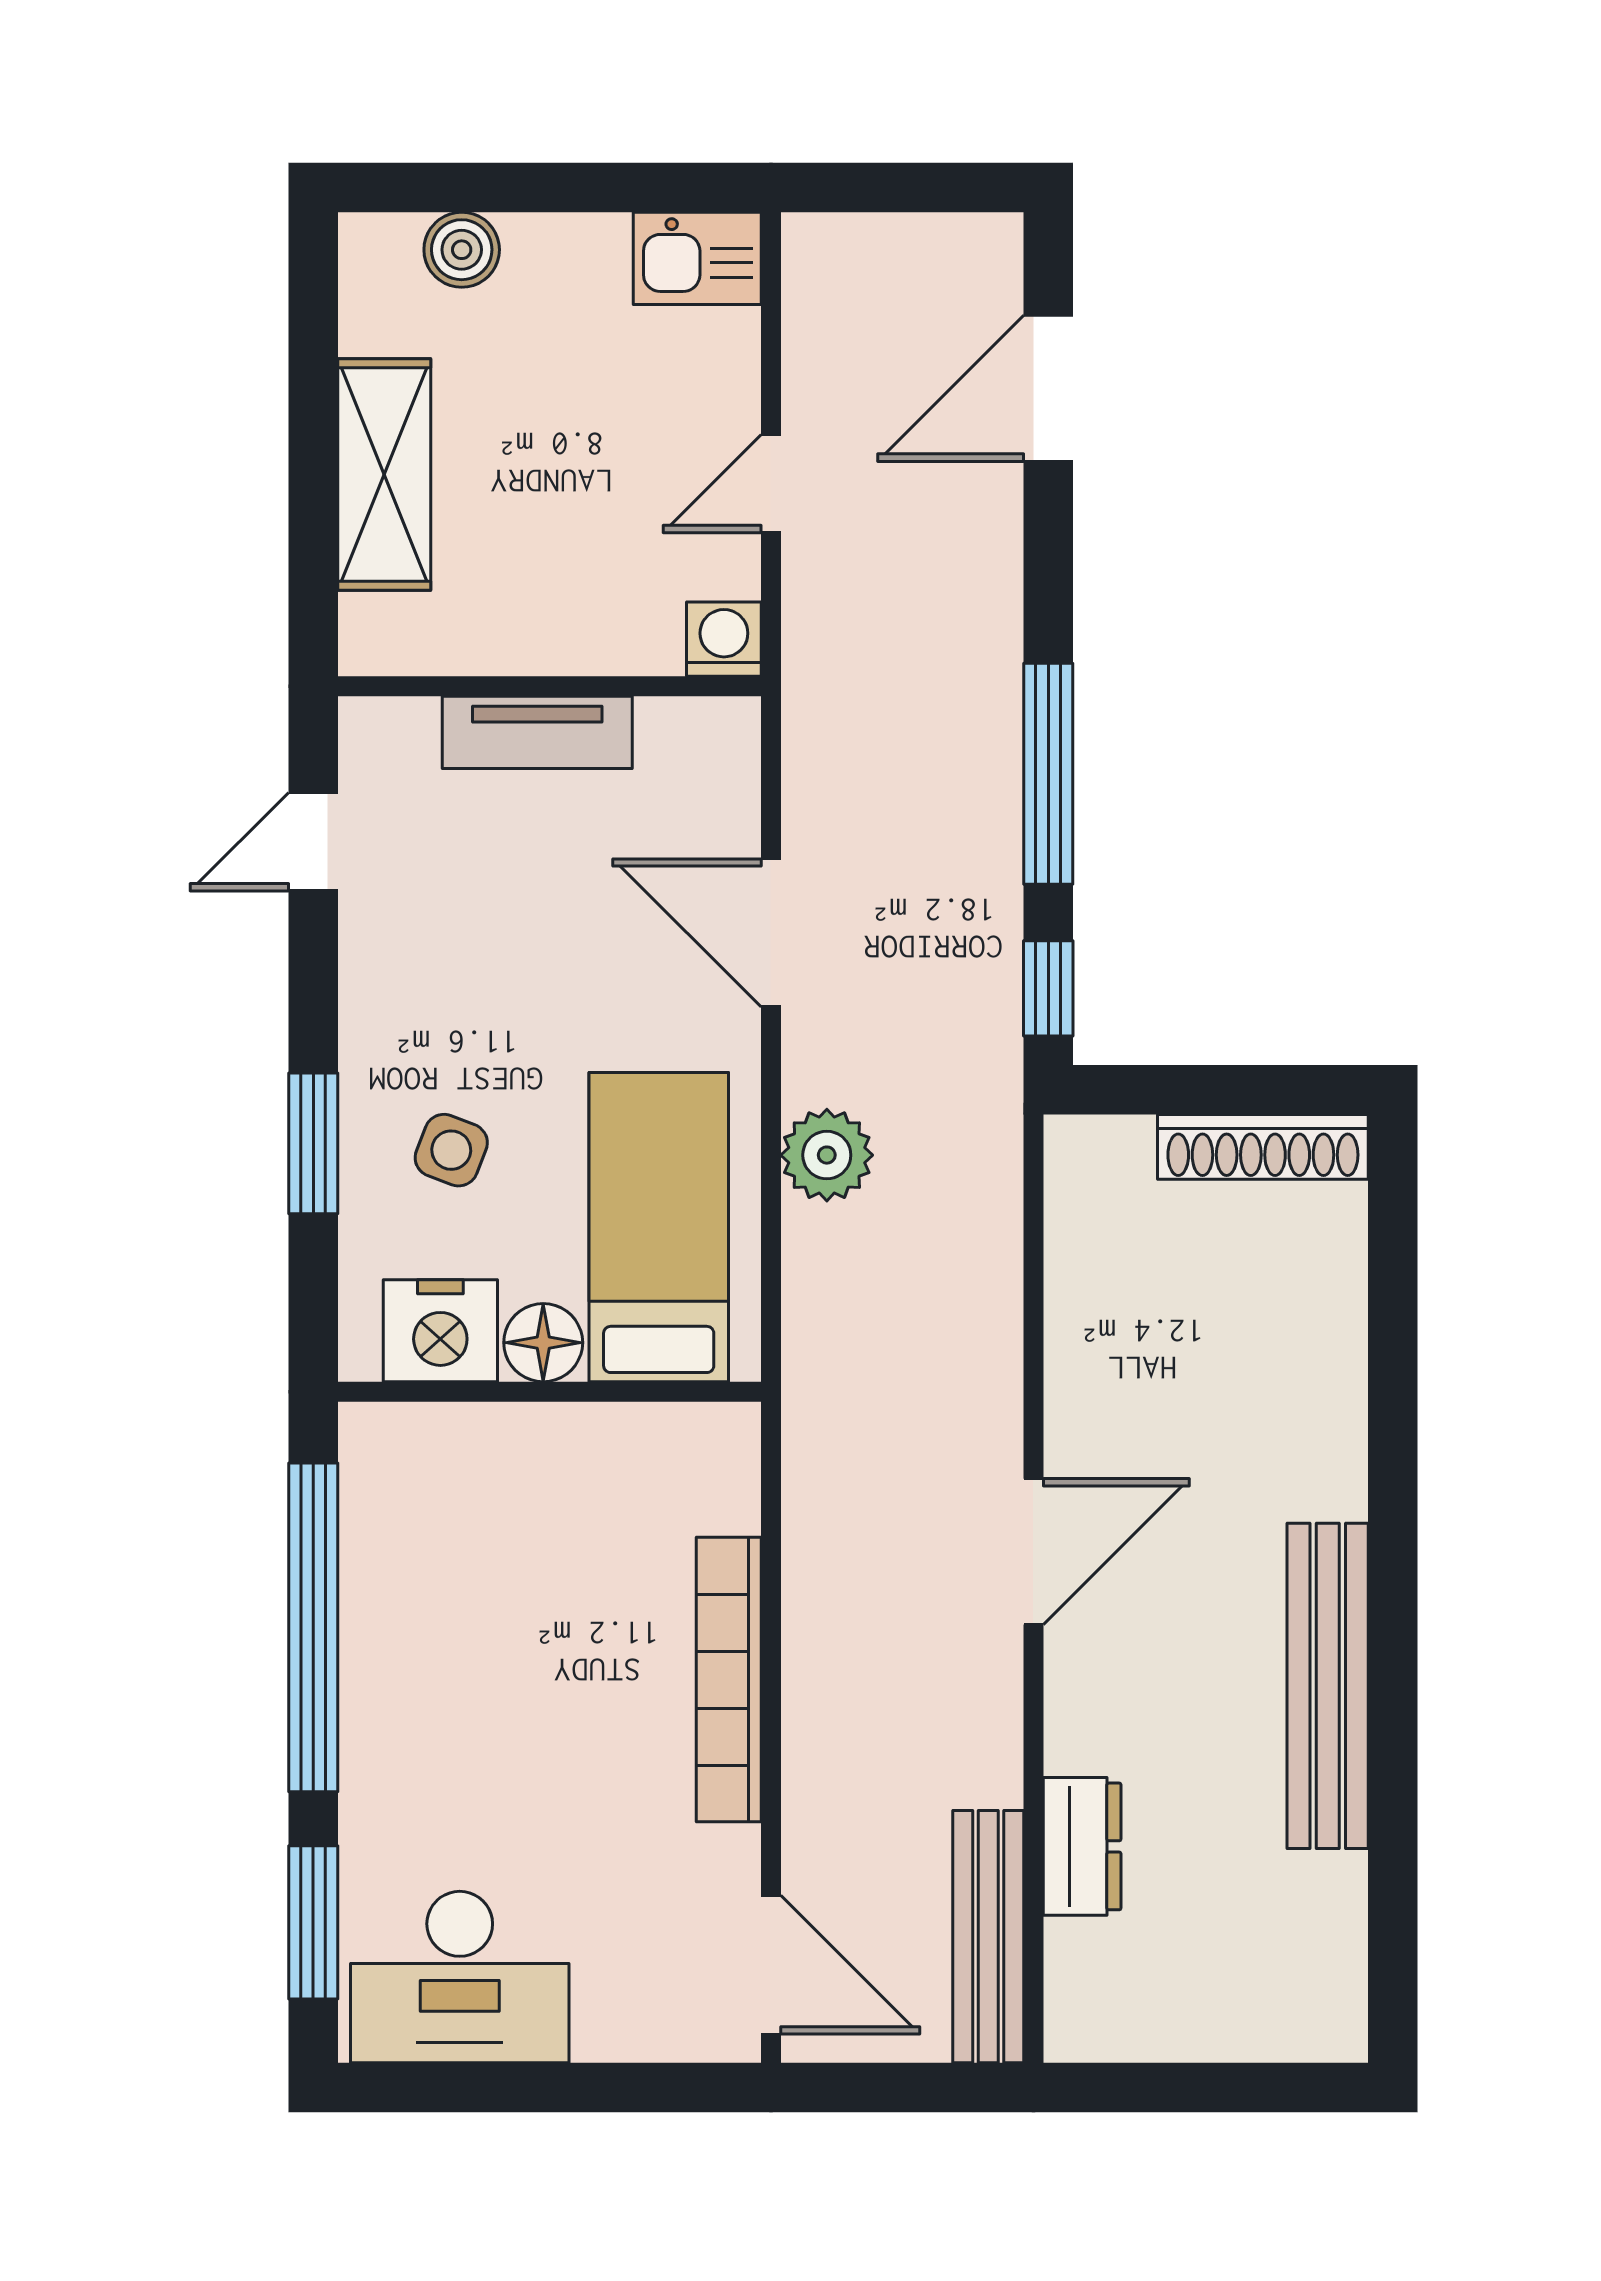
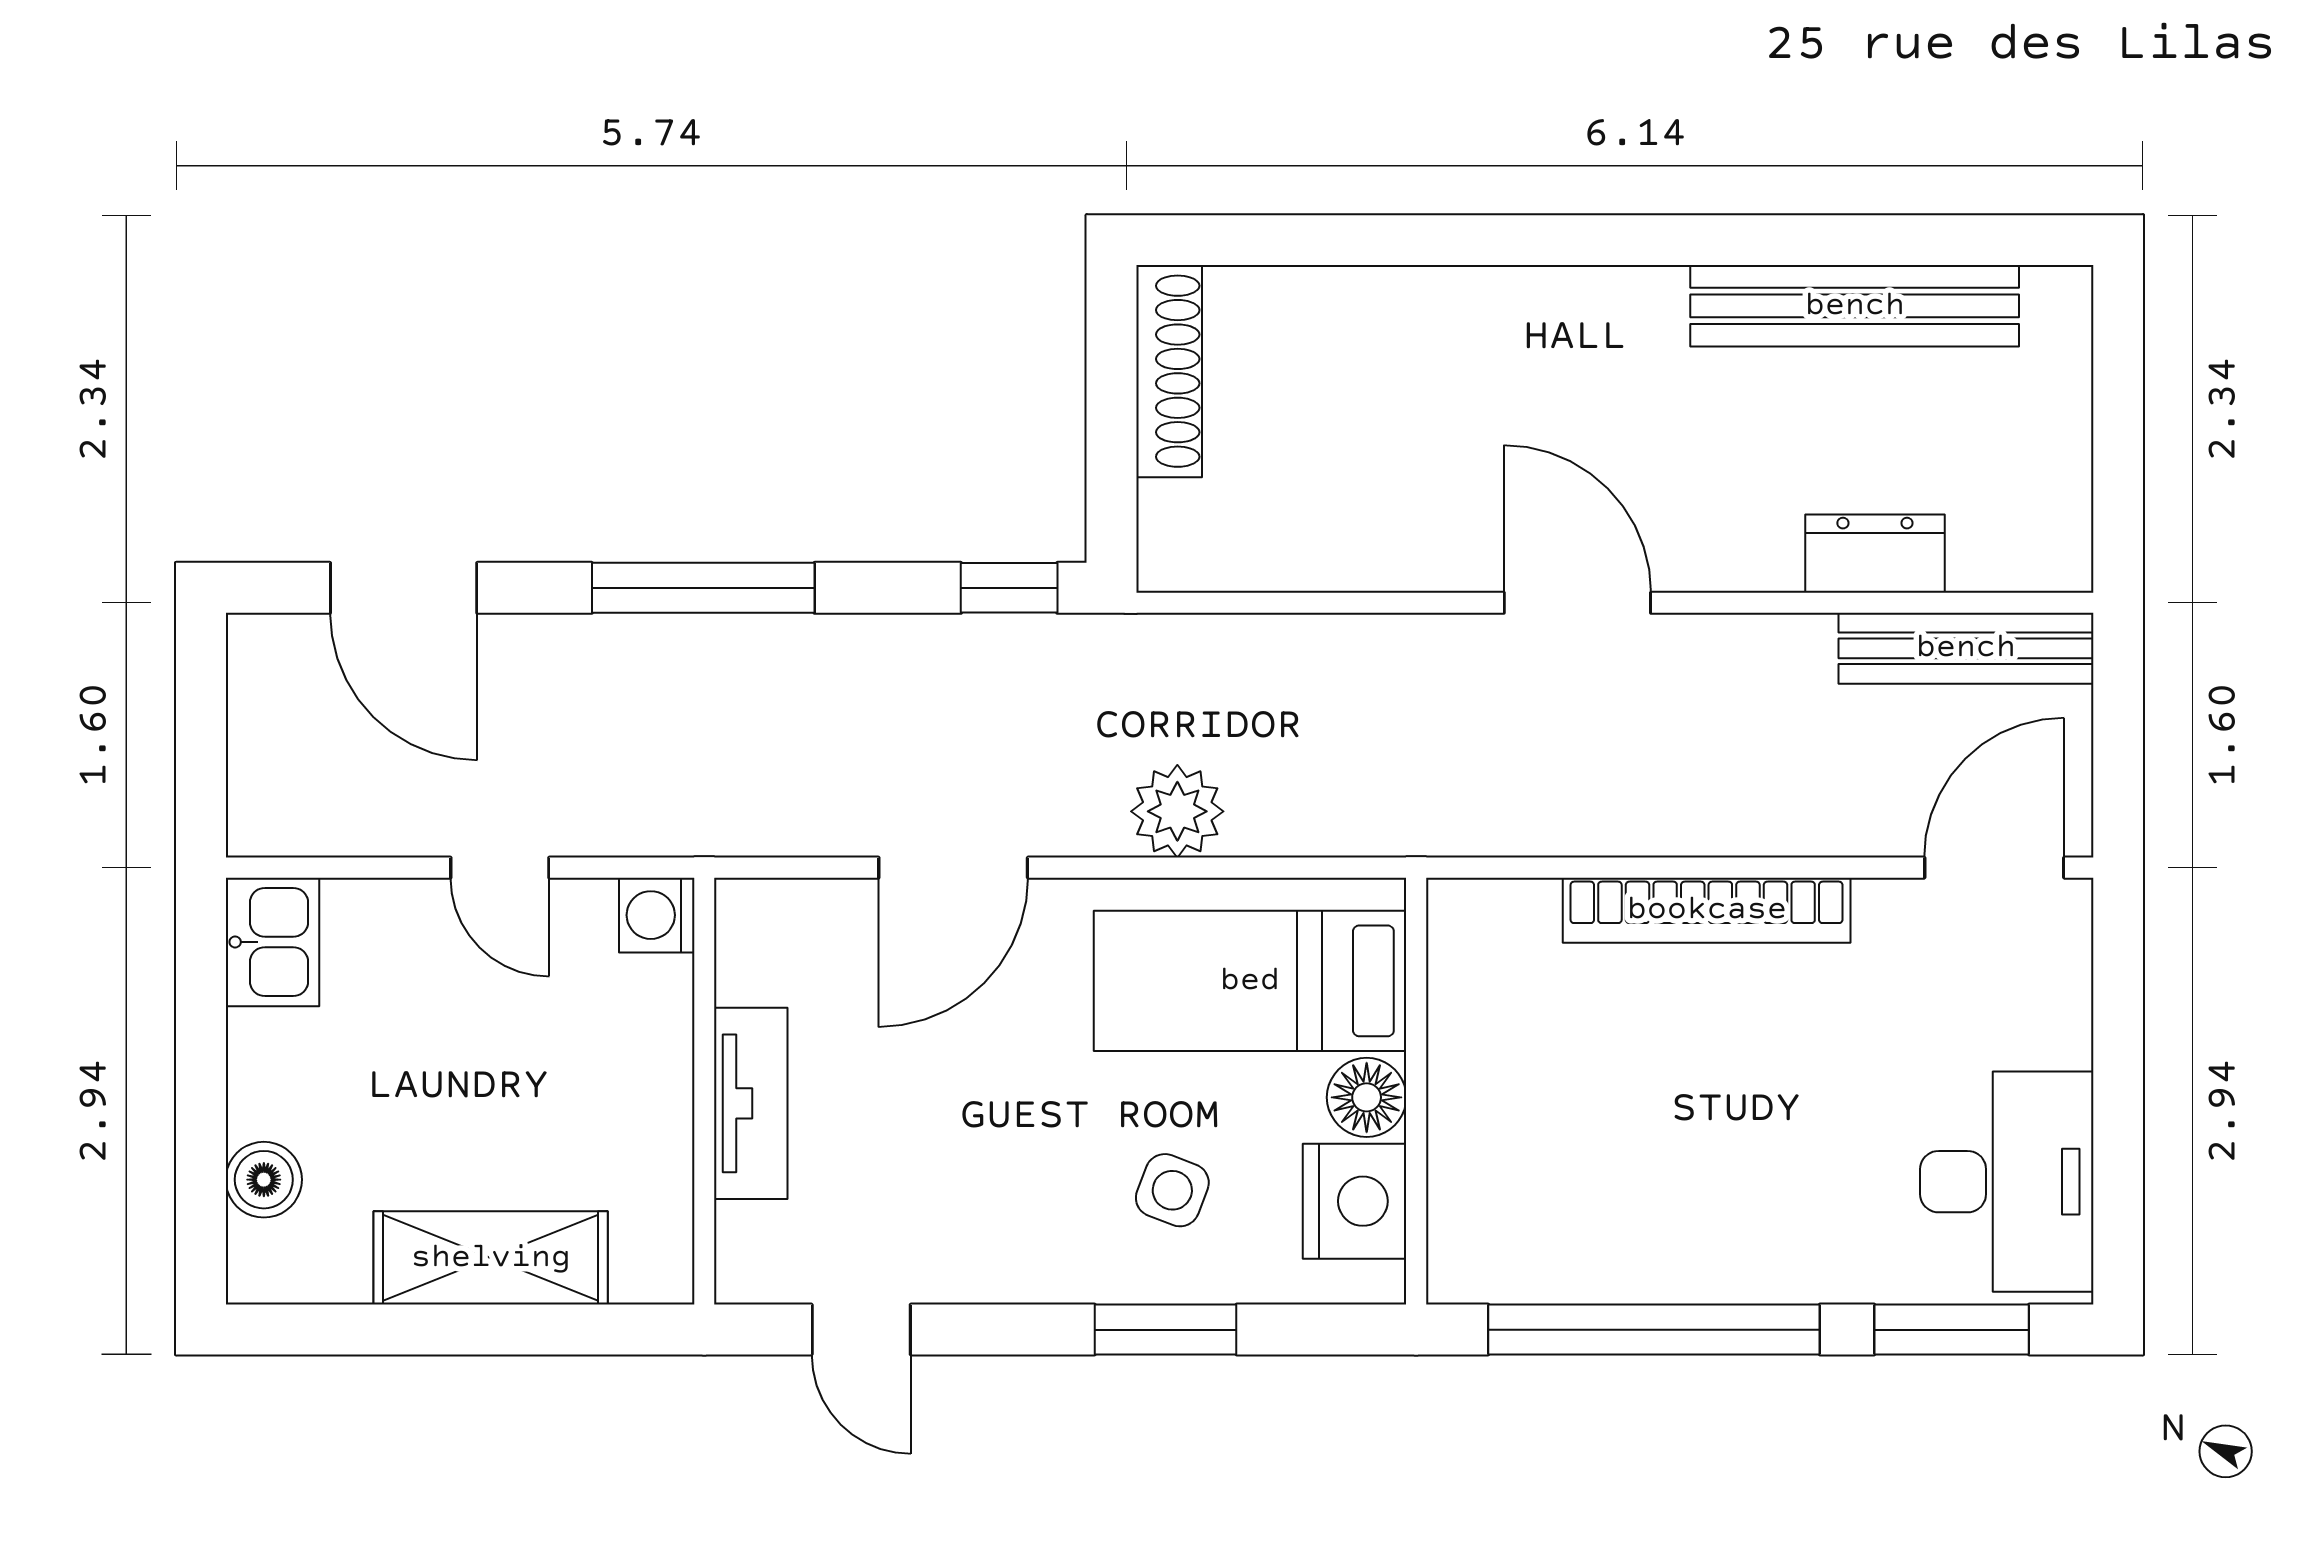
window: (1048, 774) -> (703, 588), moved
bench: (1328, 1686) -> (1855, 306), moved

